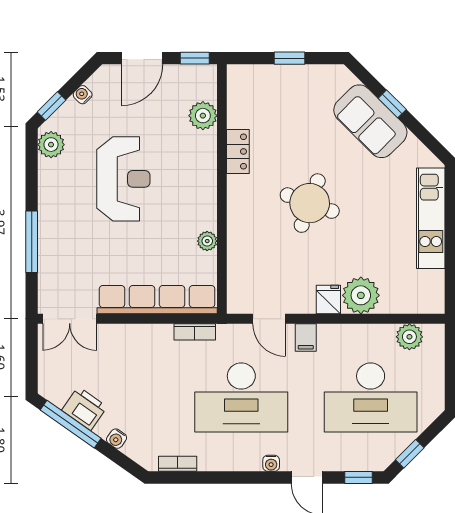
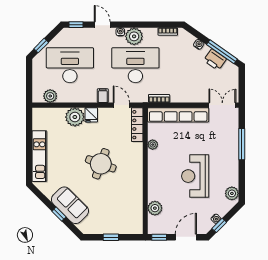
window: (52, 106) -> (219, 225), moved
locker: (238, 151) -> (137, 125), moved, width x1.53
plant: (244, 454) -> (134, 36), added
window: (410, 454) -> (41, 46), moved

